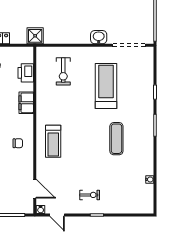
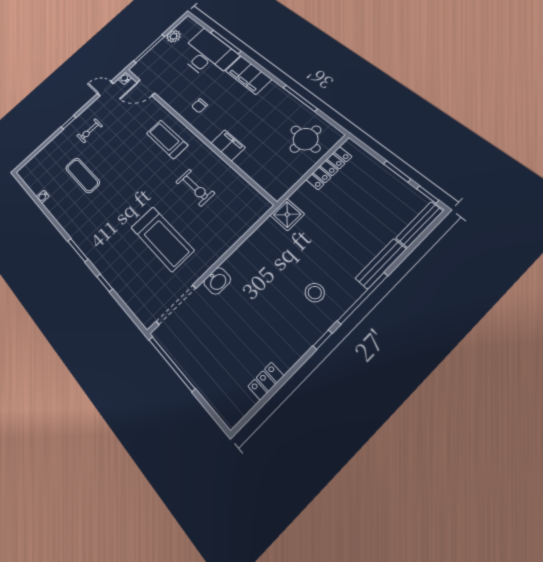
exercise bike: (63, 71) -> (195, 188), moved, turned 180
printer: (26, 73) -> (258, 171), removed
exercise mat: (116, 139) -> (83, 175), moved

